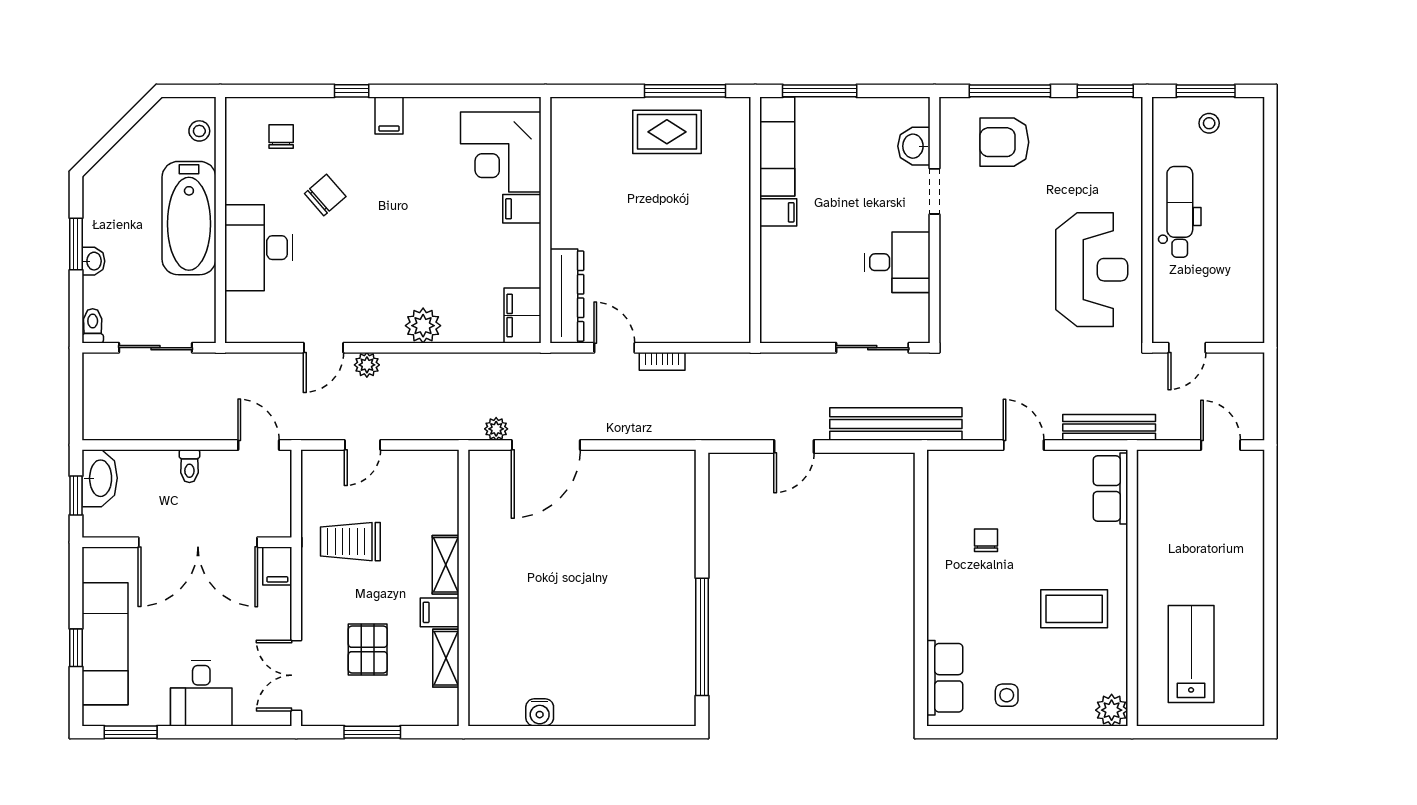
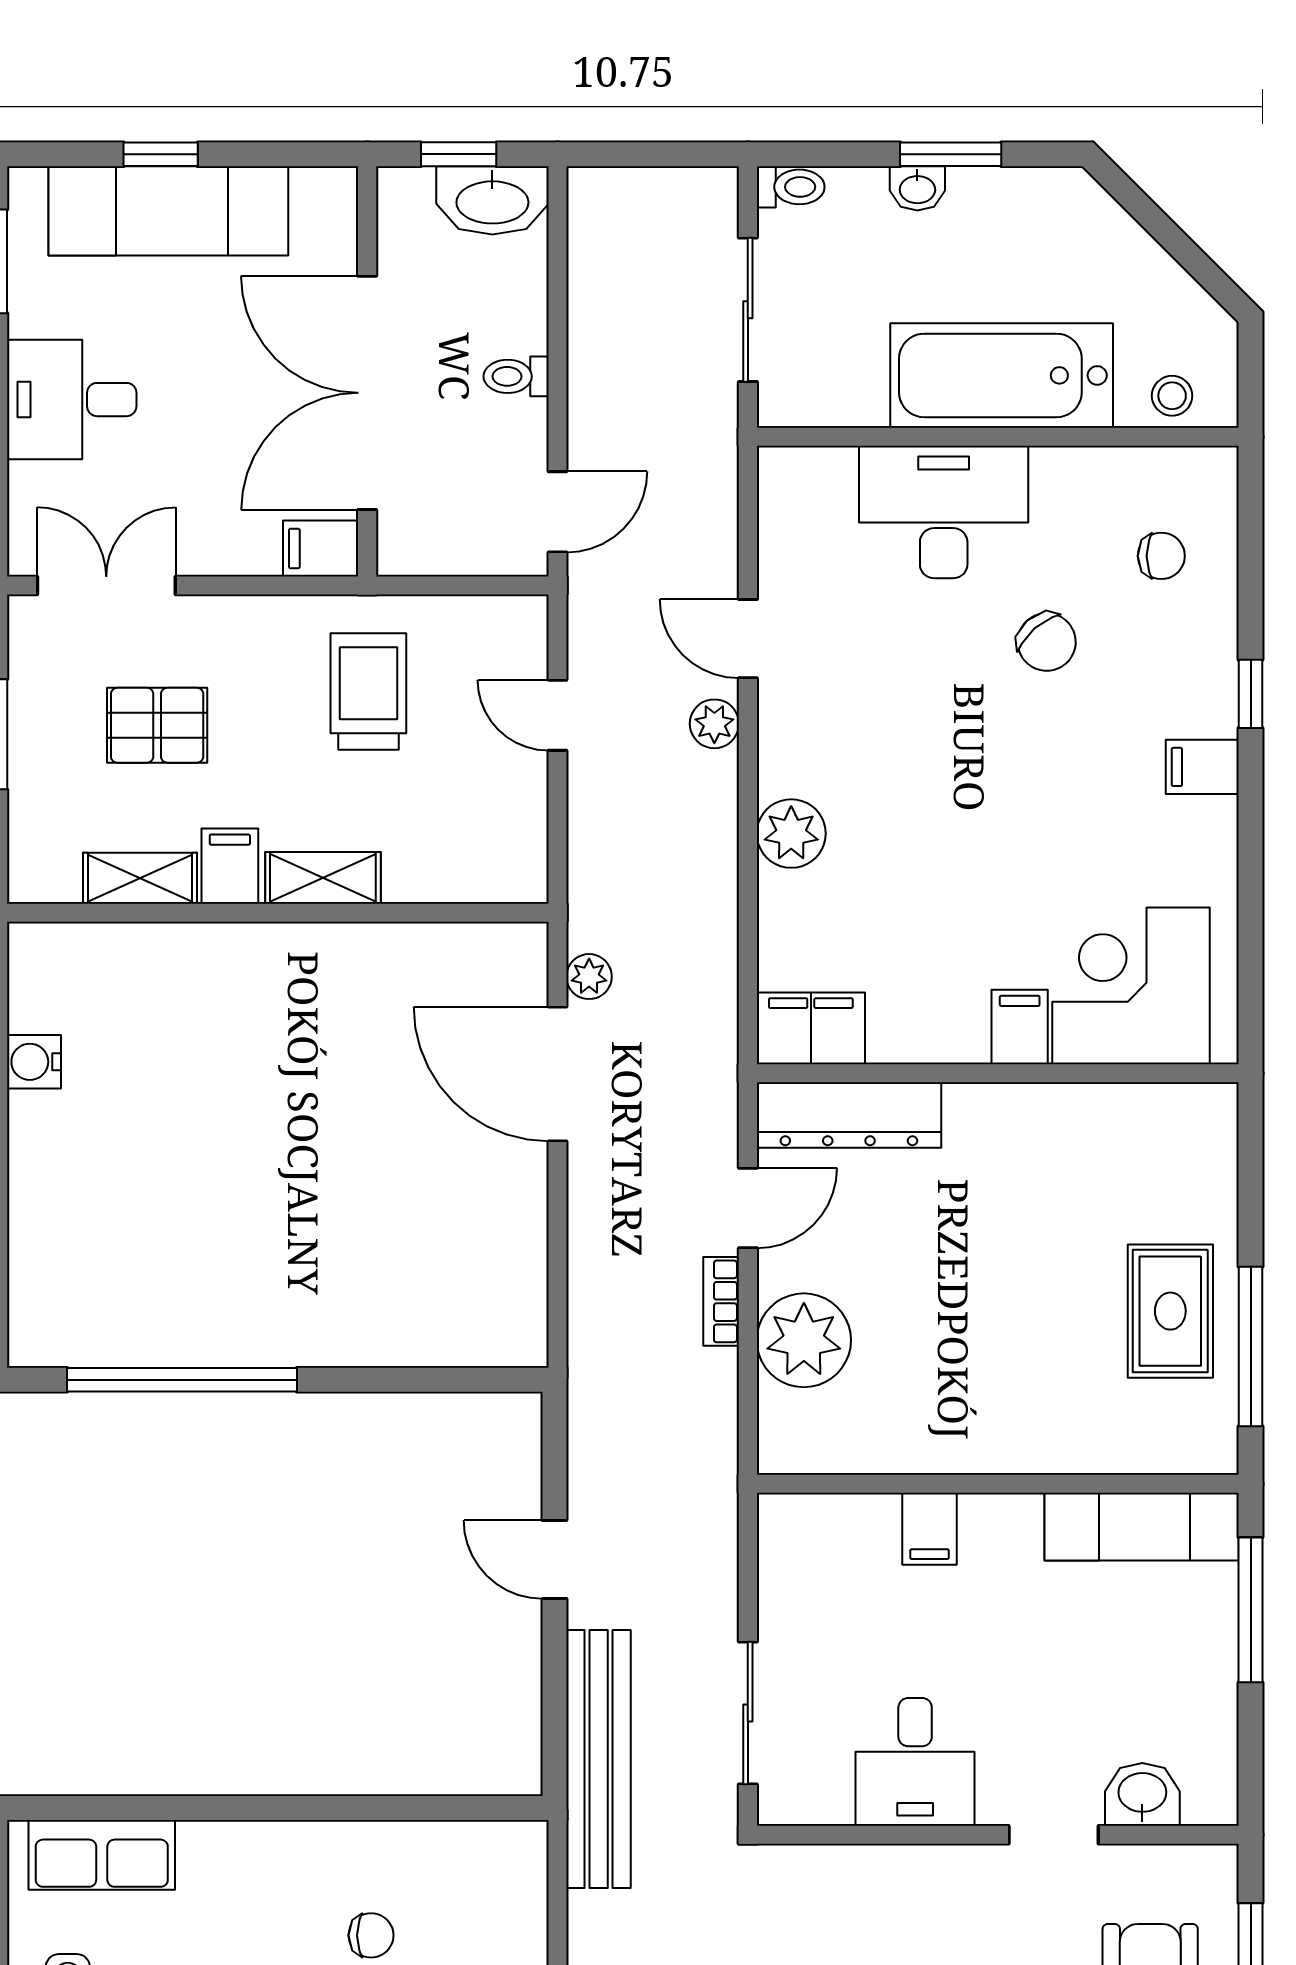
filing cabinet: (778, 212) -> (930, 1529), moved
plant: (682, 319) -> (804, 1340), added

